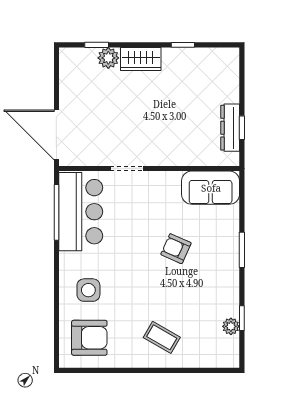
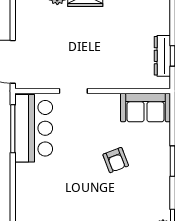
armchair: (176, 249) -> (116, 160), turned -135
side table: (88, 290) -> (40, 196), removed

